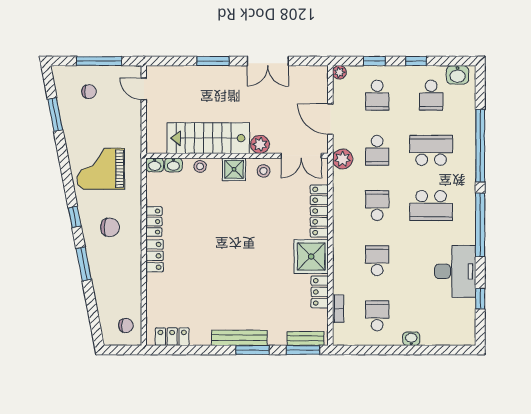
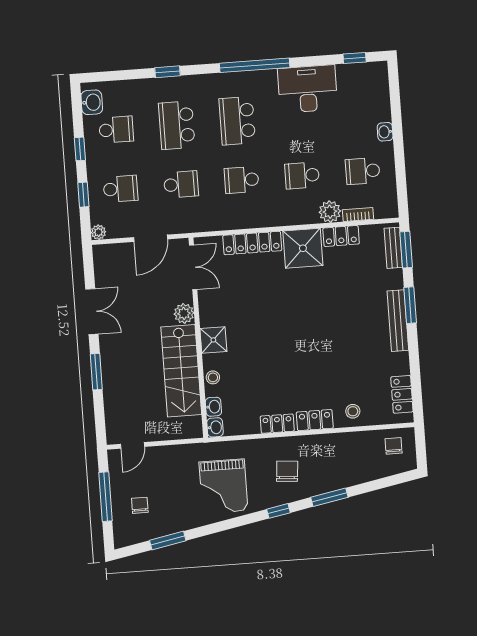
window: (480, 146) -> (167, 72), width x0.32
plant: (343, 159) -> (330, 212), moved
stool: (264, 171) -> (353, 411), moved
school desk: (431, 206) -> (237, 121), turned 180
window: (480, 299) -> (355, 58), moved

